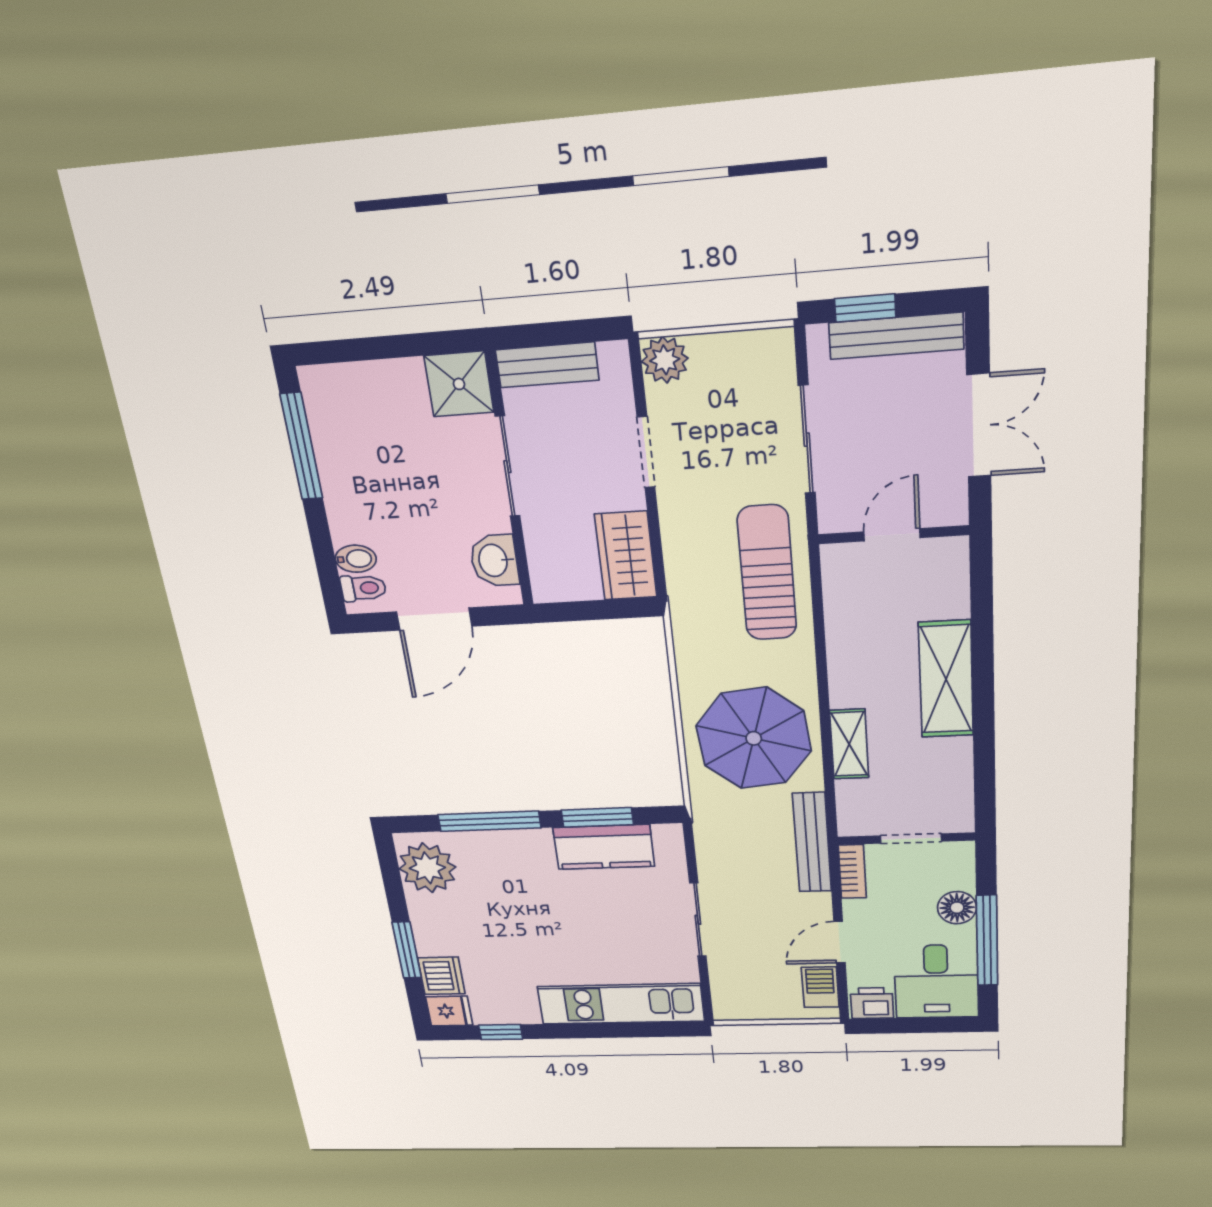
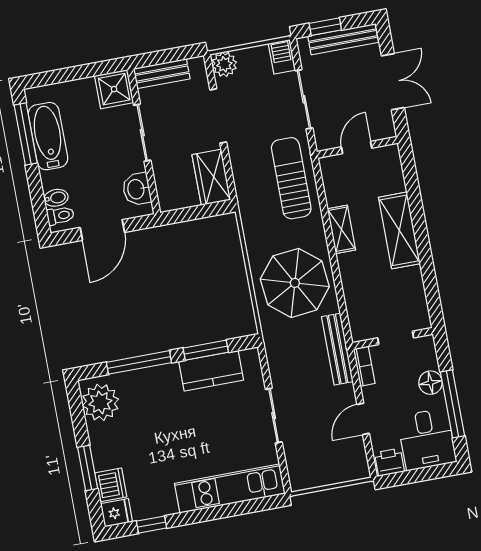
doorway: (646, 452) -> (218, 116), width x1.38
bathtub: (341, 454) -> (48, 136), added
shelving: (849, 744) -> (341, 229), moved
barbecue: (820, 987) -> (282, 57), moved

